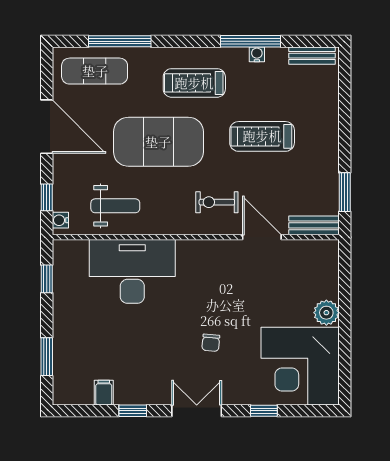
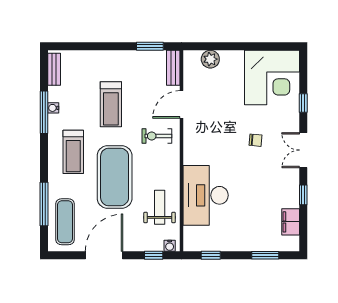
exercise bike: (217, 202) -> (157, 136), turned 90
plant: (326, 313) -> (210, 59), moved
filing cabinet: (104, 393) -> (291, 222), width x2.00

